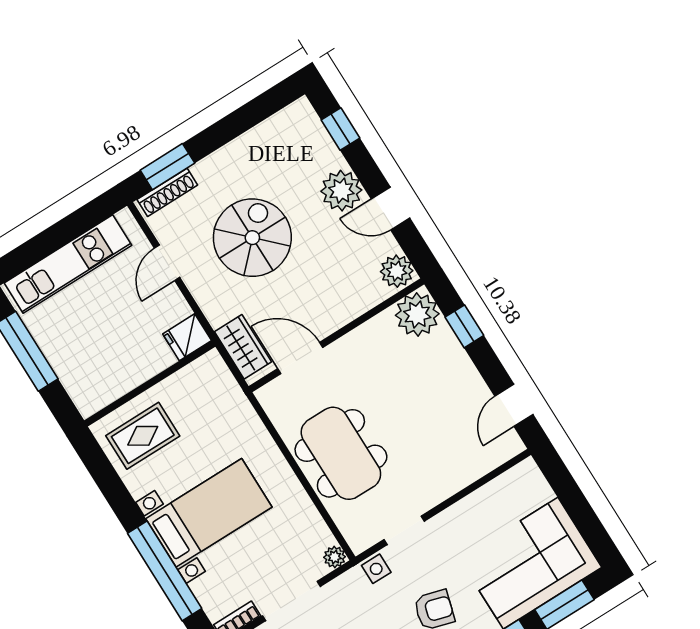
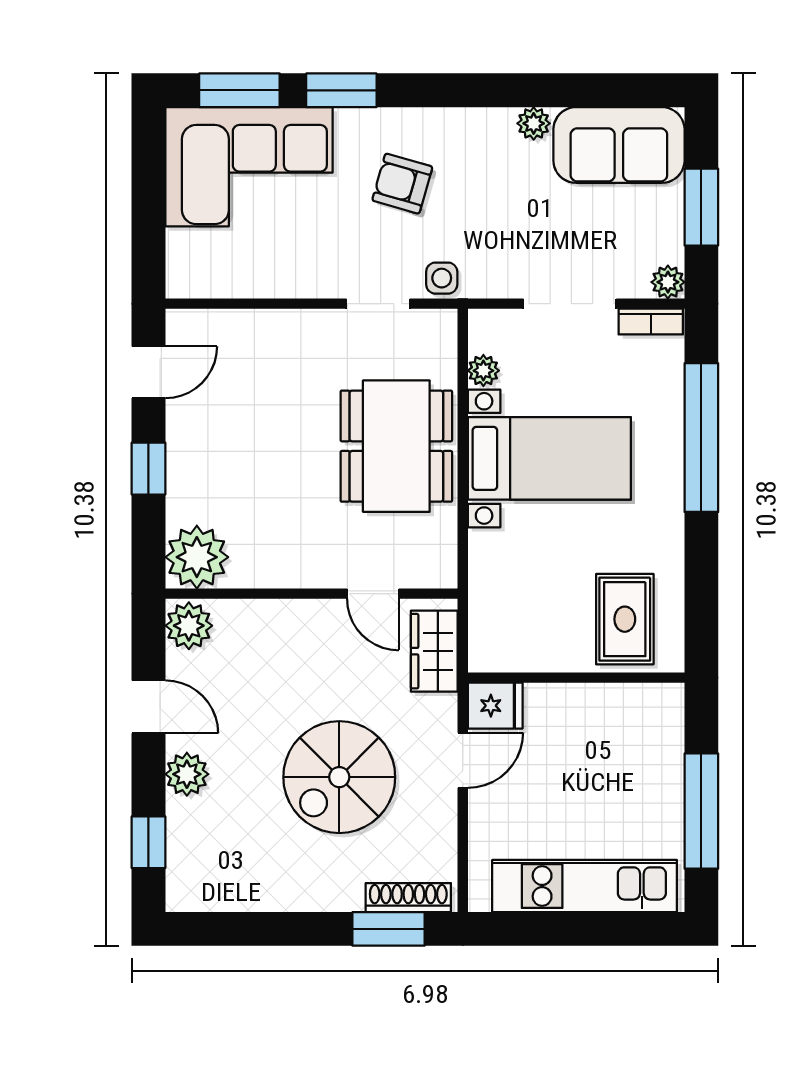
plant: (341, 191) -> (187, 774), width x0.73, depth x0.73
door: (167, 263) -> (463, 760), moved
window: (464, 326) -> (148, 469), moved
door: (300, 358) -> (373, 594), width x0.73
rug: (143, 436) -> (625, 619), turned 90
bed with nightstands: (209, 513) -> (549, 458), moved, turned 180
plant: (335, 557) -> (483, 371), moved

